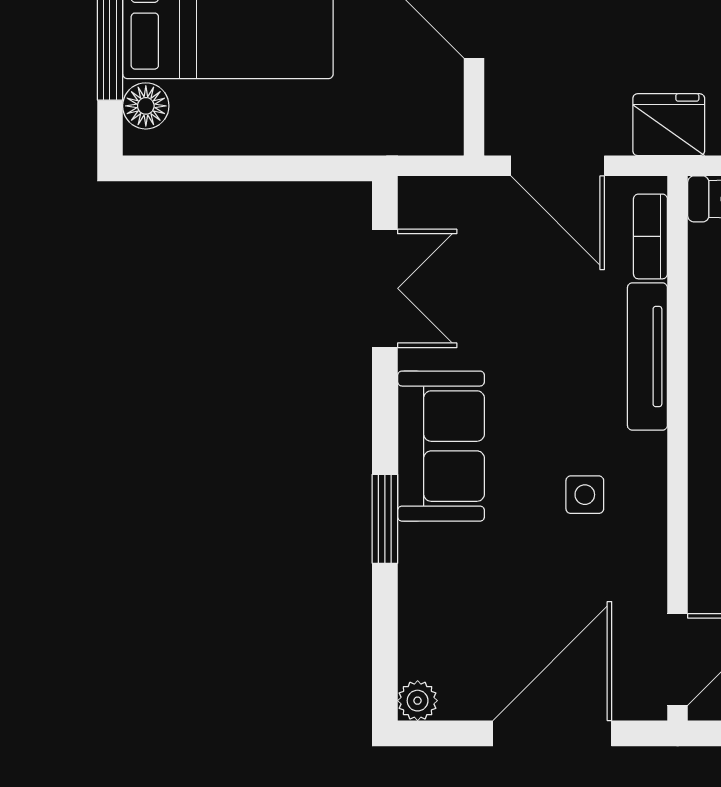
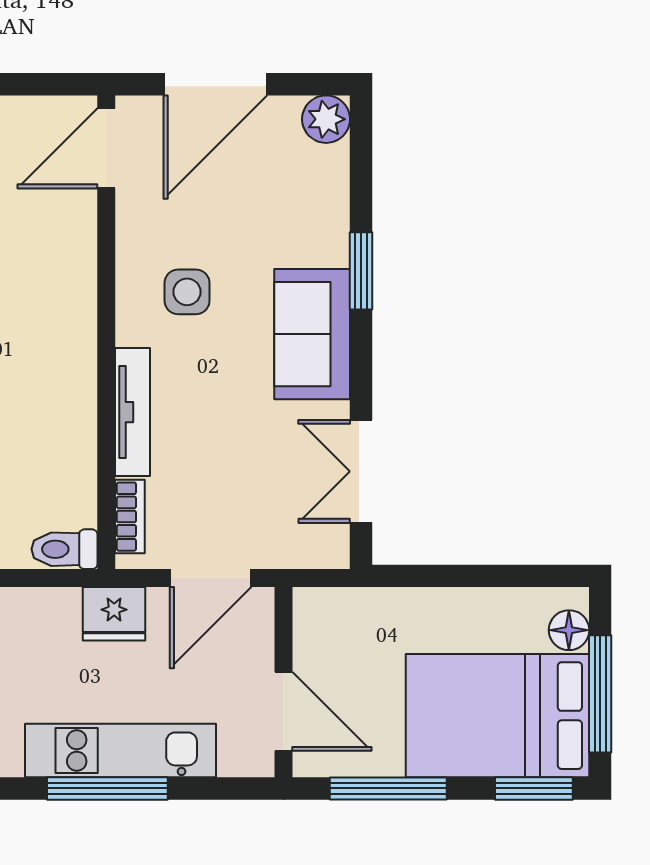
door: (558, 166) -> (211, 578), swing flipped
side table: (585, 495) -> (187, 292), width x1.37, depth x1.37
plant: (418, 701) -> (326, 119), width x1.38, depth x1.38

